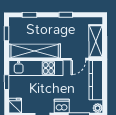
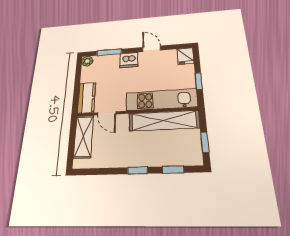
window: (66, 15) -> (137, 171), moved
door: (78, 59) -> (107, 113), swing flipped
kitchen counter: (96, 80) -> (86, 98), width x0.67

